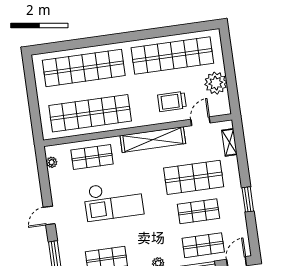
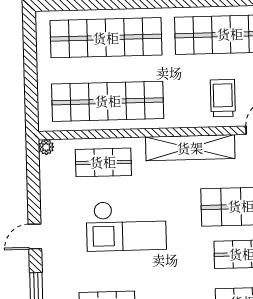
trolley: (172, 101) -> (223, 98), turned 90
plant: (52, 162) -> (46, 147), moved

